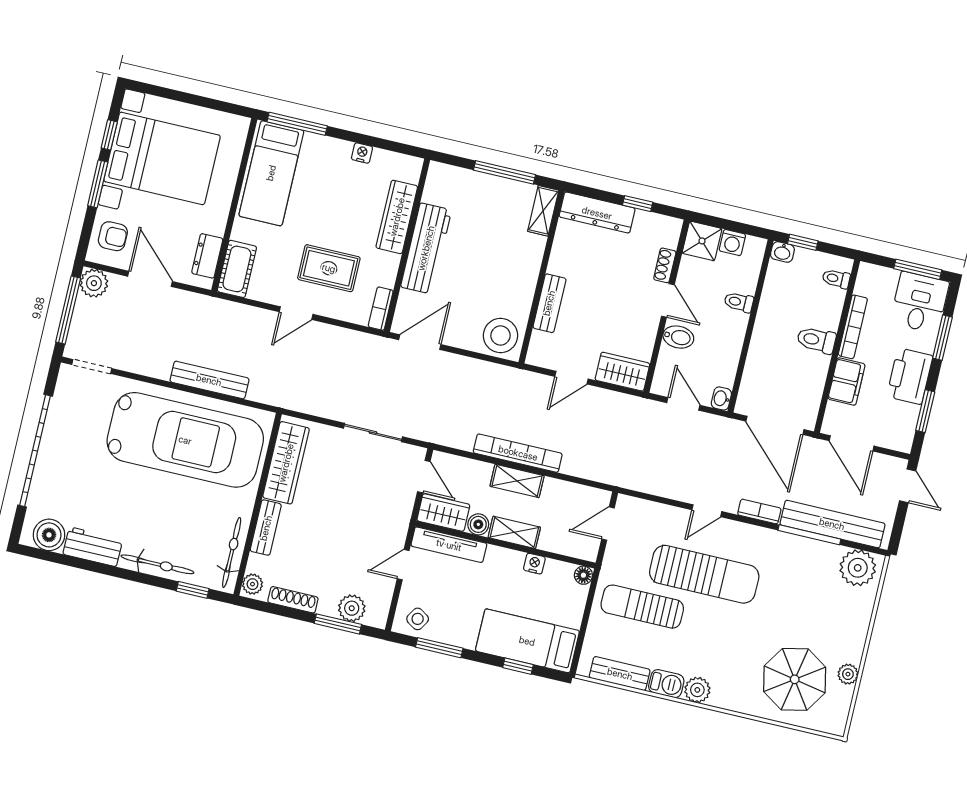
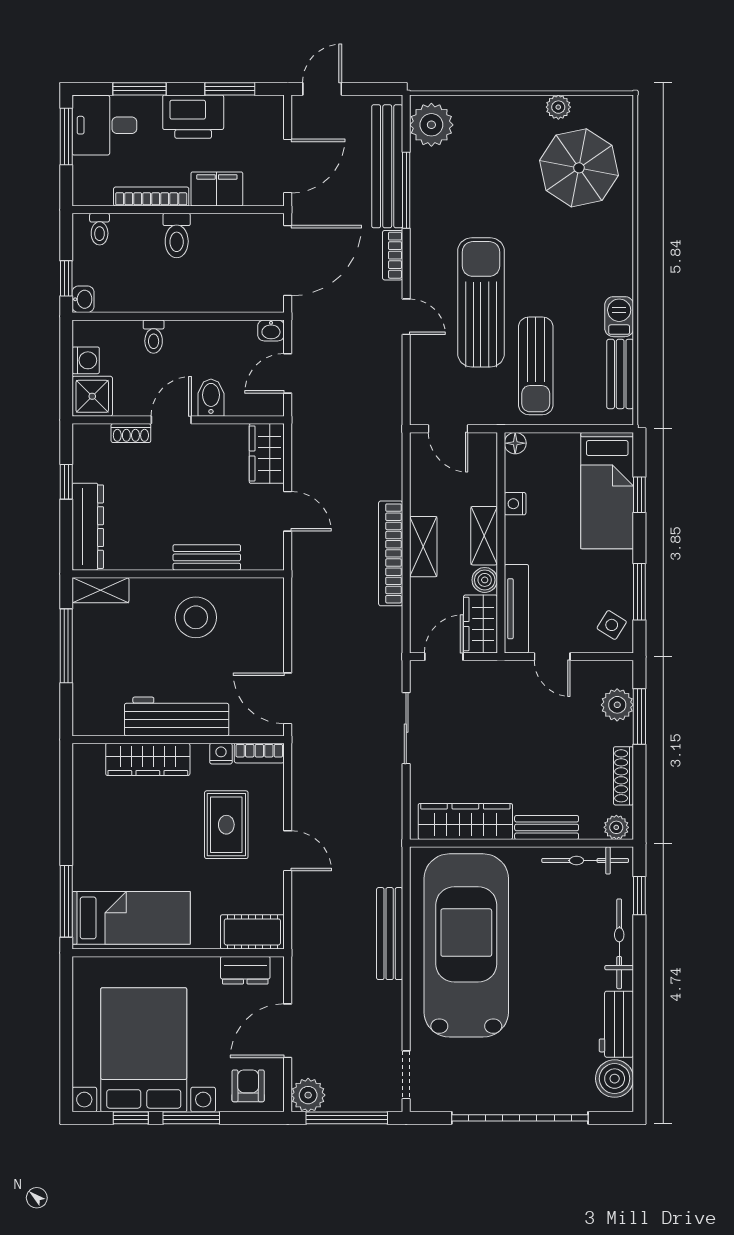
nightstand: (362, 153) -> (221, 754), moved, turned 90
stool: (501, 335) -> (196, 617), moved
plant: (697, 690) -> (618, 279), removed

